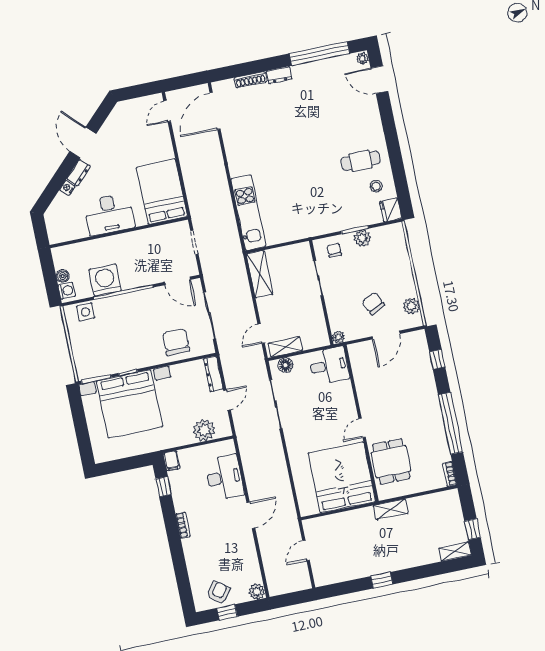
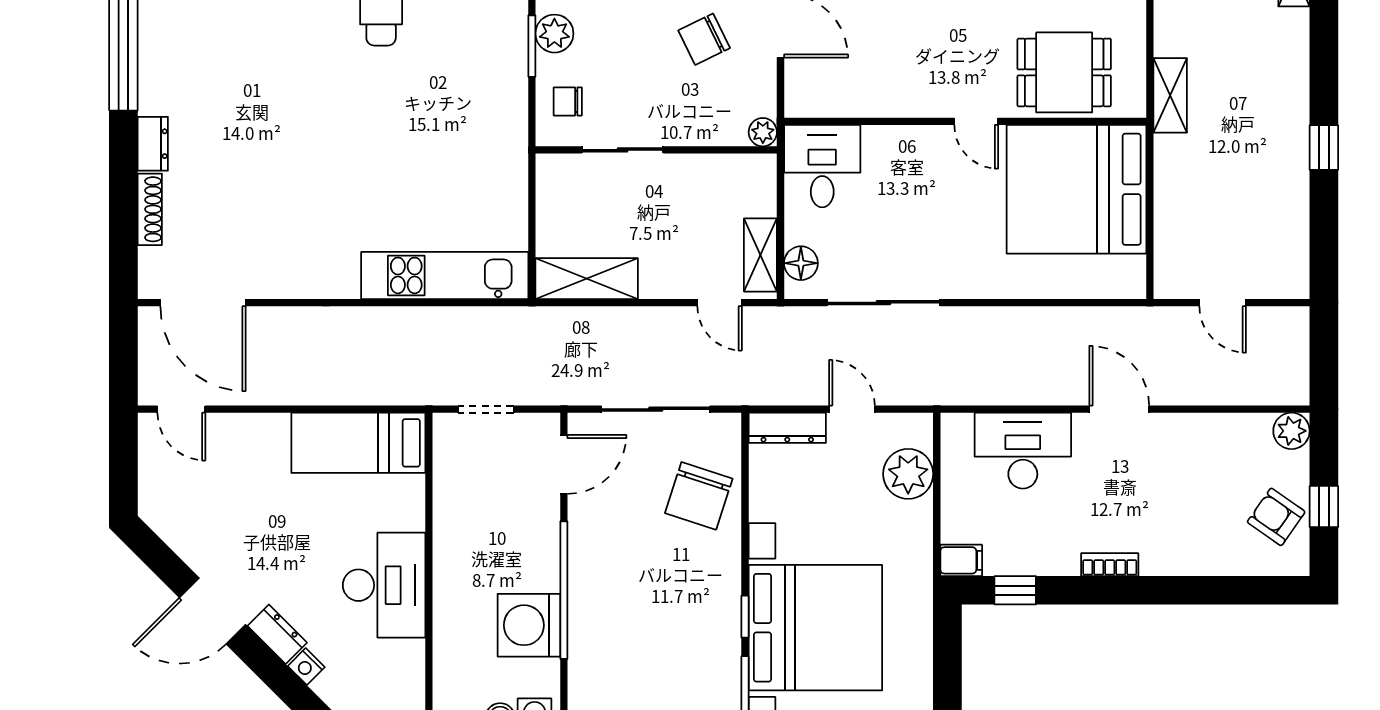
bed: (162, 192) -> (358, 443), width x0.67
side table: (86, 312) -> (591, 683), removed
chair: (176, 342) -> (699, 496), turned -72

